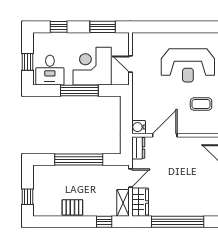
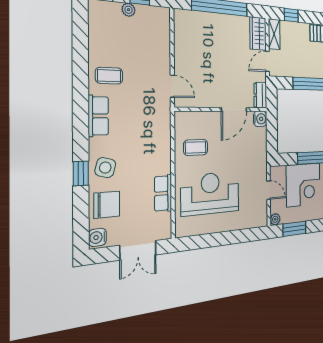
plant: (124, 38) -> (275, 219), added

